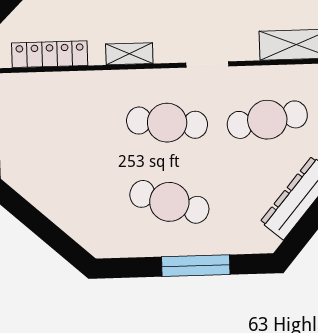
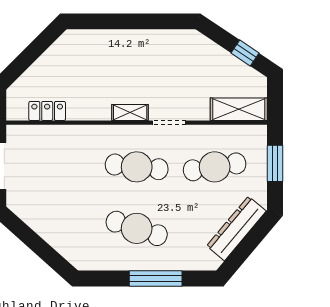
locker: (50, 54) -> (47, 111), width x0.66
shelving: (129, 54) -> (130, 113), moved

